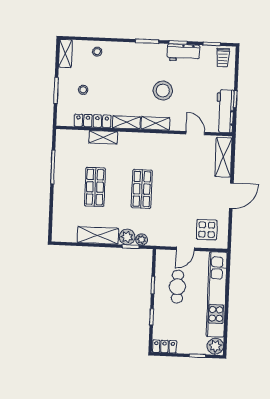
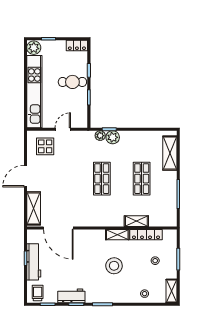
stool: (163, 90) -> (114, 266), moved
workbench: (225, 111) -> (34, 262), moved
shelving: (155, 123) -> (93, 235), removed
door: (195, 133) -> (58, 228), width x1.87
shelving: (98, 235) -> (170, 153), moved, turned 90
cafe table: (177, 287) -> (72, 82), moved, turned 90

